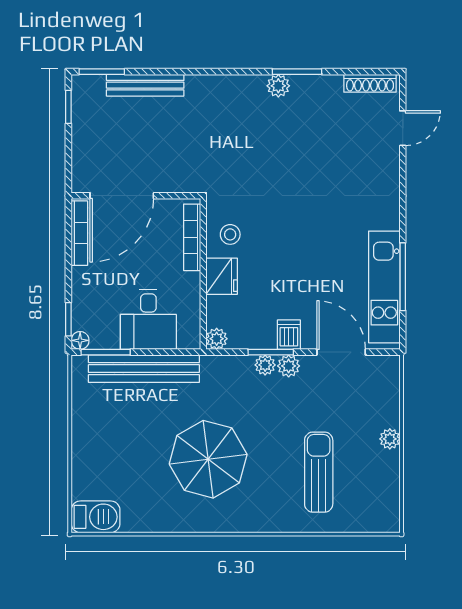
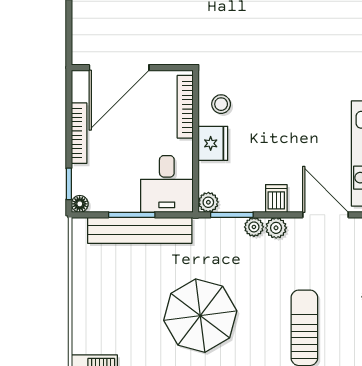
bookcase: (79, 233) -> (79, 133), moved
desk: (148, 319) -> (167, 184), moved
window: (106, 352) -> (132, 215), moved
window: (271, 352) -> (232, 215), moved

